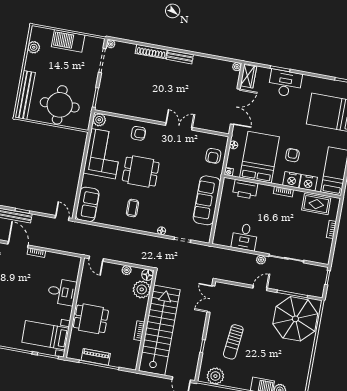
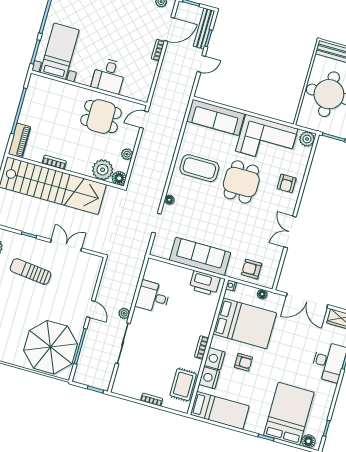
double door: (179, 126) -> (290, 232), swing flipped
printer: (245, 189) -> (205, 283), moved, turned -90
sofa: (87, 204) -> (216, 117), width x1.36
coffee table: (132, 208) -> (199, 168), width x1.86, depth x1.72
door: (62, 218) -> (201, 64), moved
double door: (211, 299) -> (66, 245), moved
dining table: (91, 319) -> (101, 117), moved, turned 90
piano: (96, 357) -> (19, 140), moved

